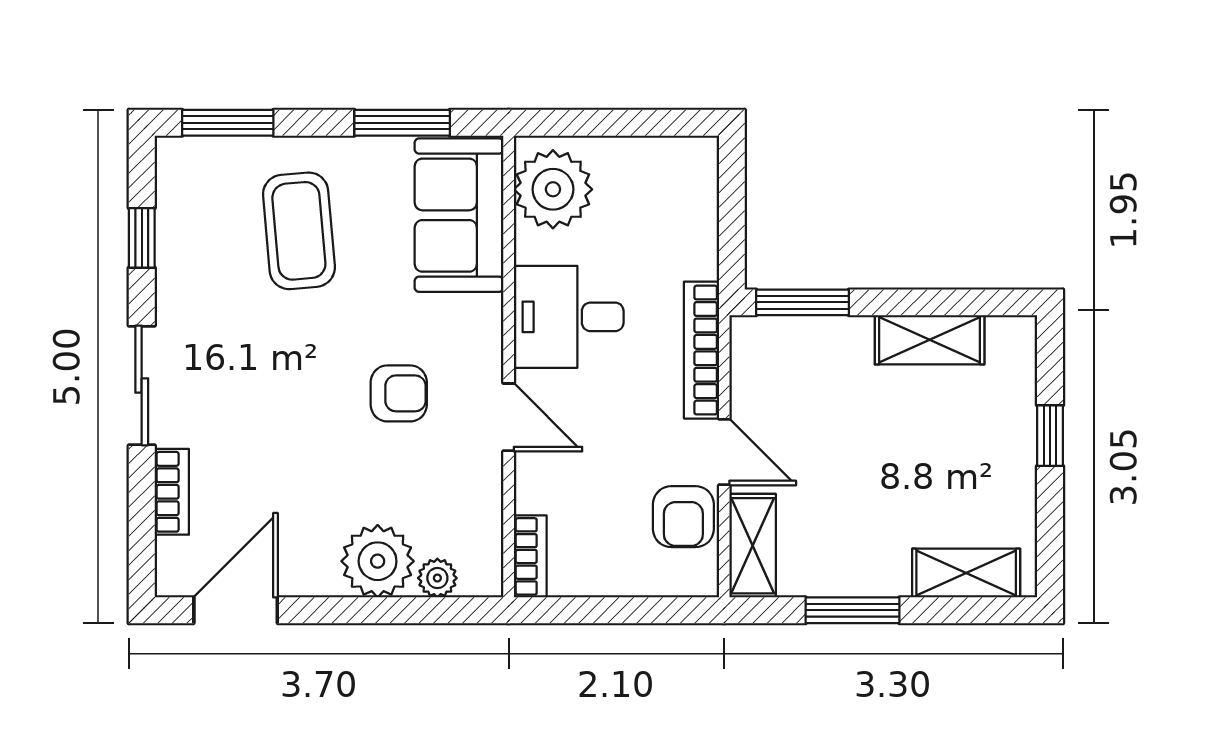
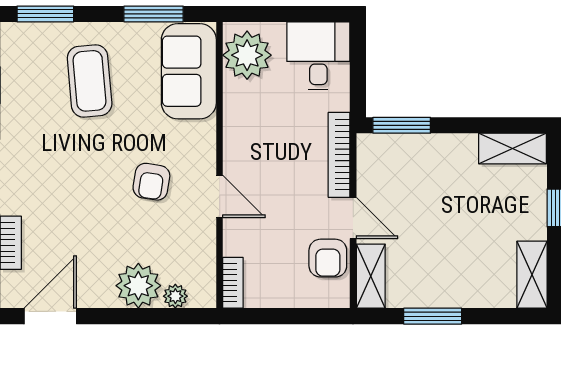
desk: (569, 317) -> (318, 56), moved, turned 90
shelving: (930, 340) -> (513, 149), moved
armchair: (399, 393) -> (151, 182), turned 99
shelving: (966, 573) -> (532, 275), moved, turned 90

